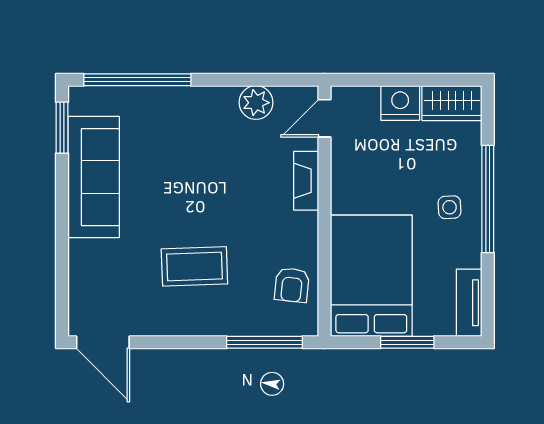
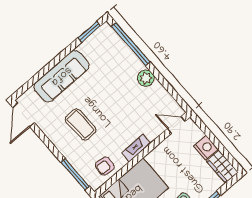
plant: (256, 103) -> (146, 78), moved
sofa: (94, 177) -> (61, 76), moved
fireplace: (306, 181) -> (136, 148), moved

